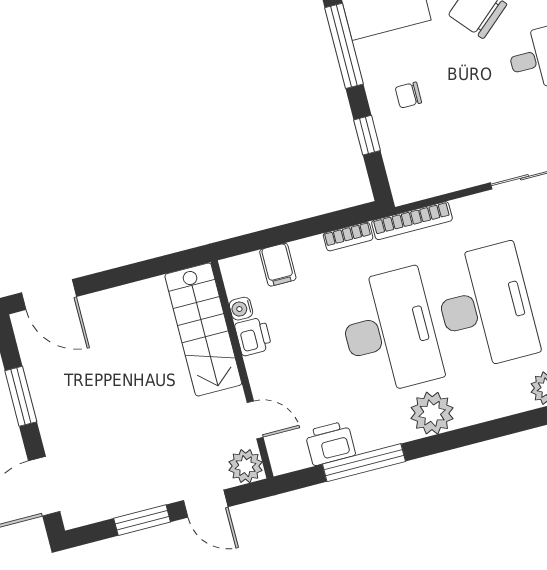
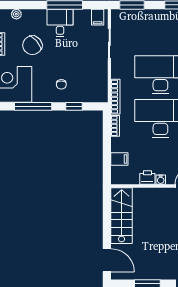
door: (49, 295) -> (107, 260), hinge flipped
water cooler: (241, 309) -> (161, 180), moved
stairs: (203, 329) -> (122, 216), moved, turned -90

